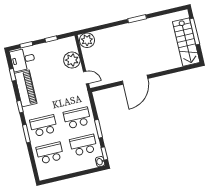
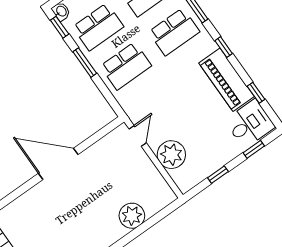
plant: (87, 40) -> (132, 216), moved
door: (86, 78) -> (138, 136), swing flipped
door: (135, 80) -> (58, 164), hinge flipped

